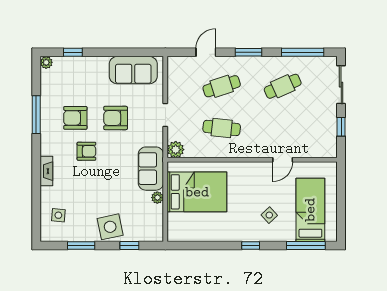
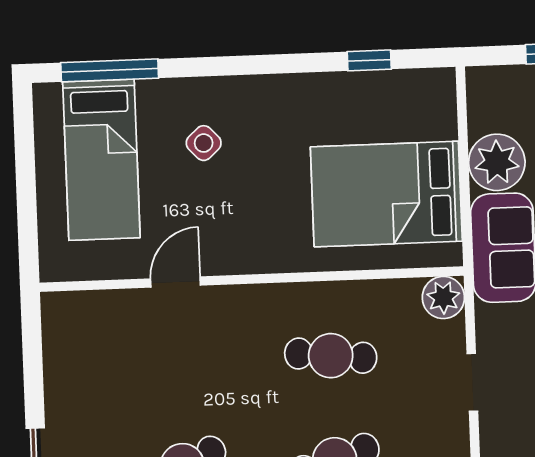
window: (341, 127) -> (33, 370), removed
plant: (157, 198) -> (497, 162), width x1.87, depth x1.87
window: (251, 246) -> (369, 60), moved

